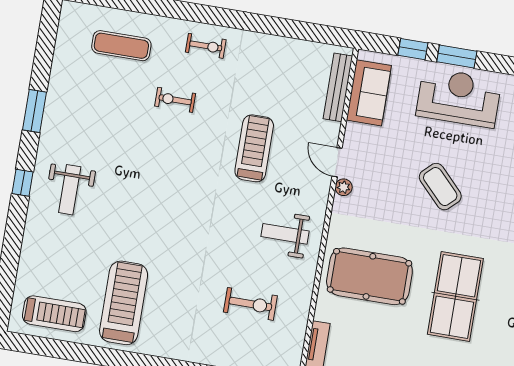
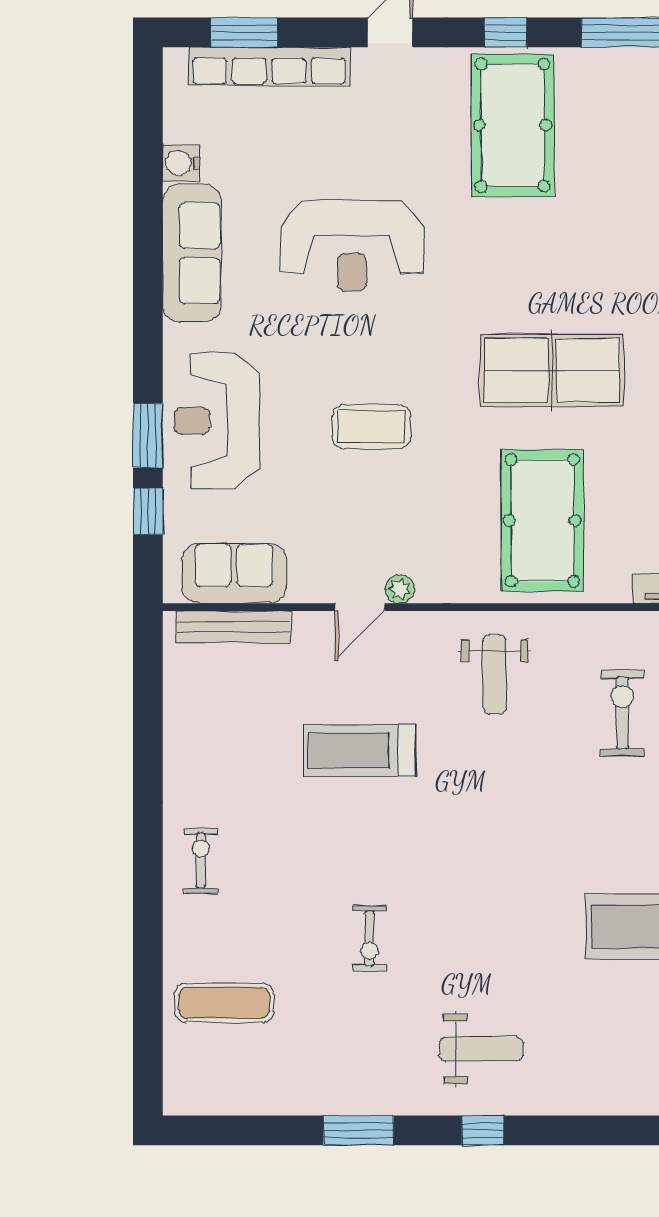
exercise mat: (121, 46) -> (224, 1003), turned 90
exercise bike: (175, 100) -> (369, 938), moved
coffee table: (440, 187) -> (371, 427), turned 44

